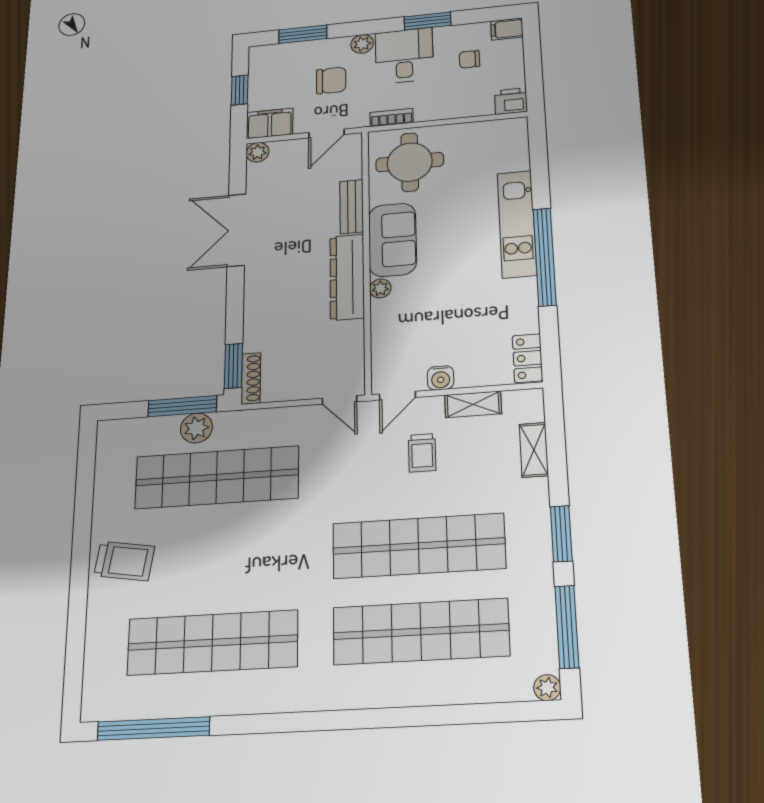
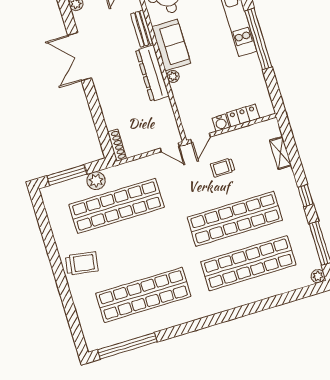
locker: (528, 358) -> (243, 116), moved, turned 90
window: (233, 366) -> (105, 140), removed
shelving: (473, 404) -> (242, 134), removed
window: (182, 406) -> (67, 175), moved
trolley: (422, 453) -> (223, 168), turned 90
window: (561, 534) -> (306, 195), width x0.67

